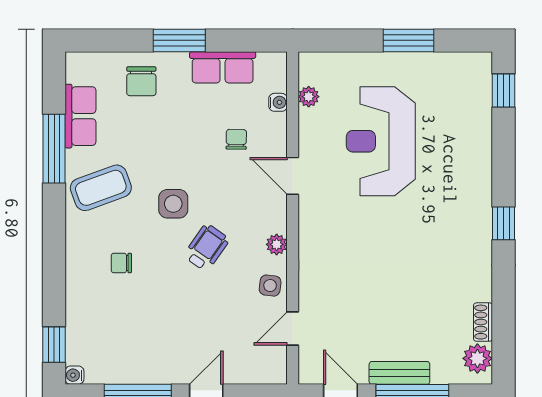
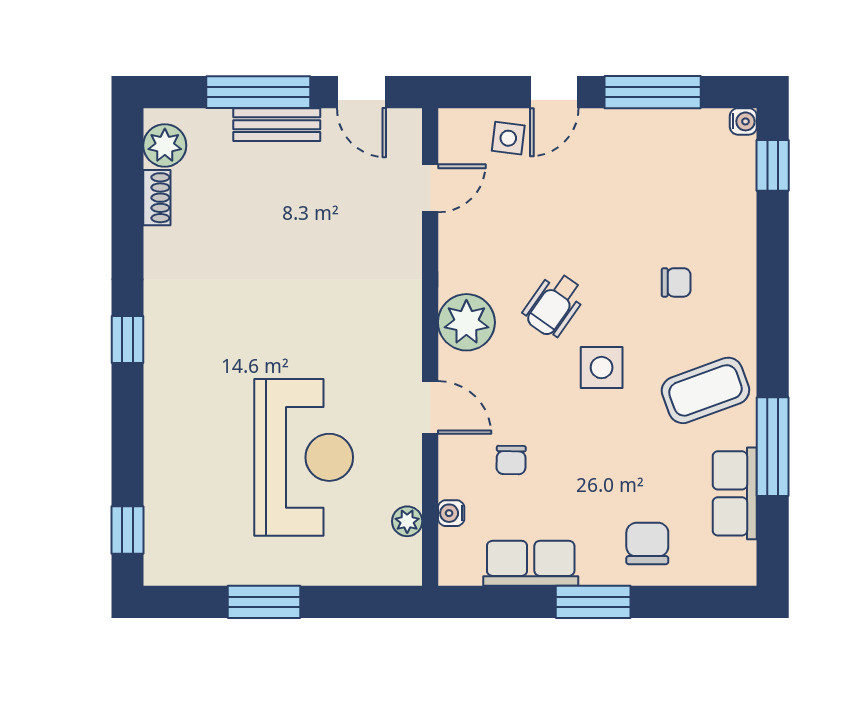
plant: (277, 244) -> (466, 322), width x1.88, depth x1.88
side table: (270, 286) -> (508, 138), moved

